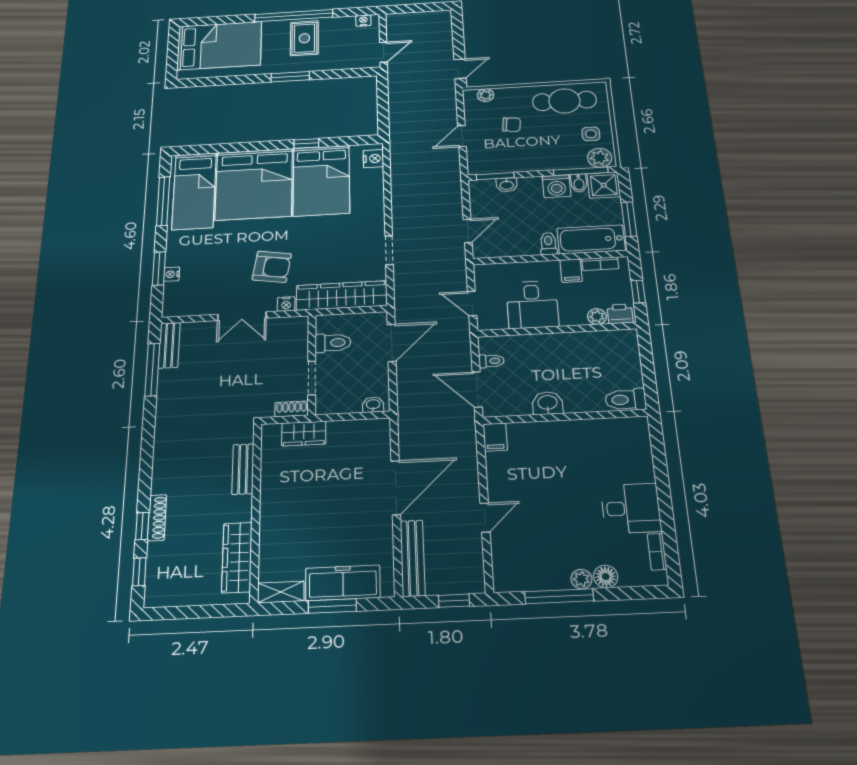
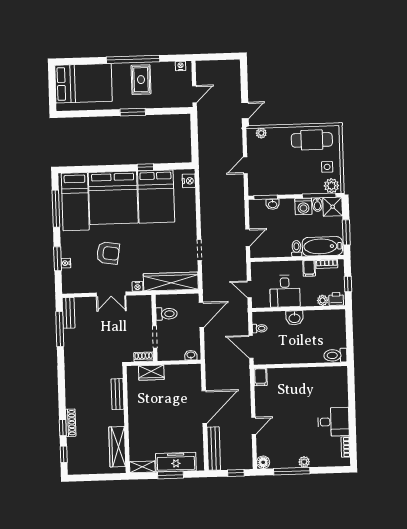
chair: (512, 125) -> (277, 158), removed
armchair: (272, 267) -> (108, 253), moved
washbasin: (548, 403) -> (295, 318), moved, turned 180
floor lamp: (606, 577) -> (263, 462), moved

